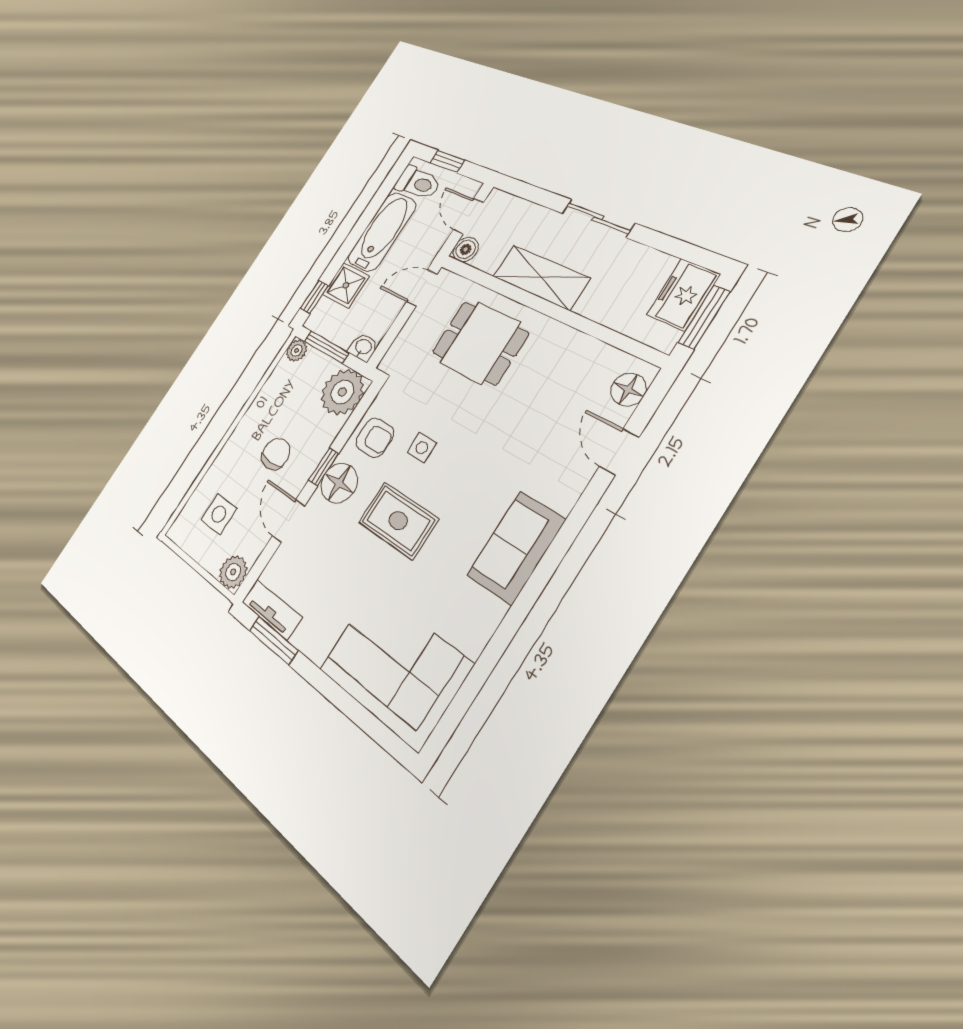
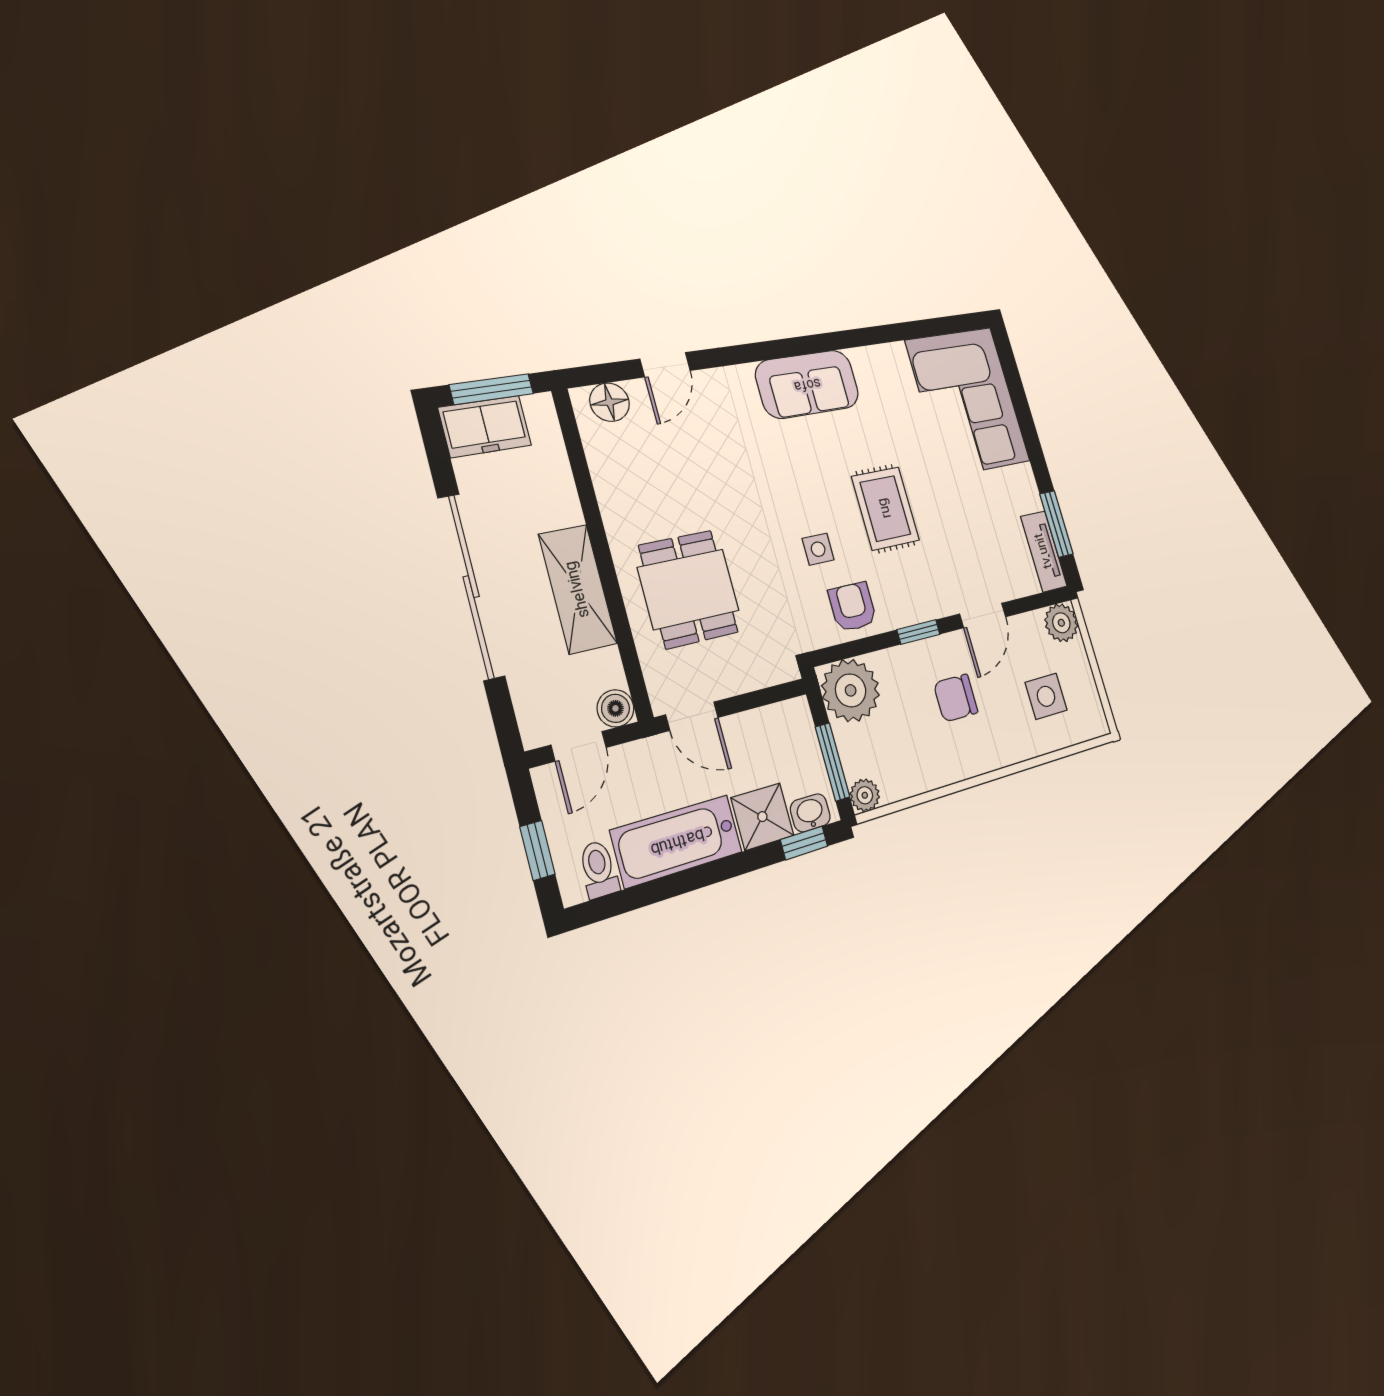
toilet: (418, 183) -> (599, 869), width x0.73, depth x0.72
sliding door: (598, 218) -> (471, 587), width x1.86
washbasin: (363, 347) -> (810, 813), moved, turned 90
floor lamp: (339, 483) -> (914, 600), removed

